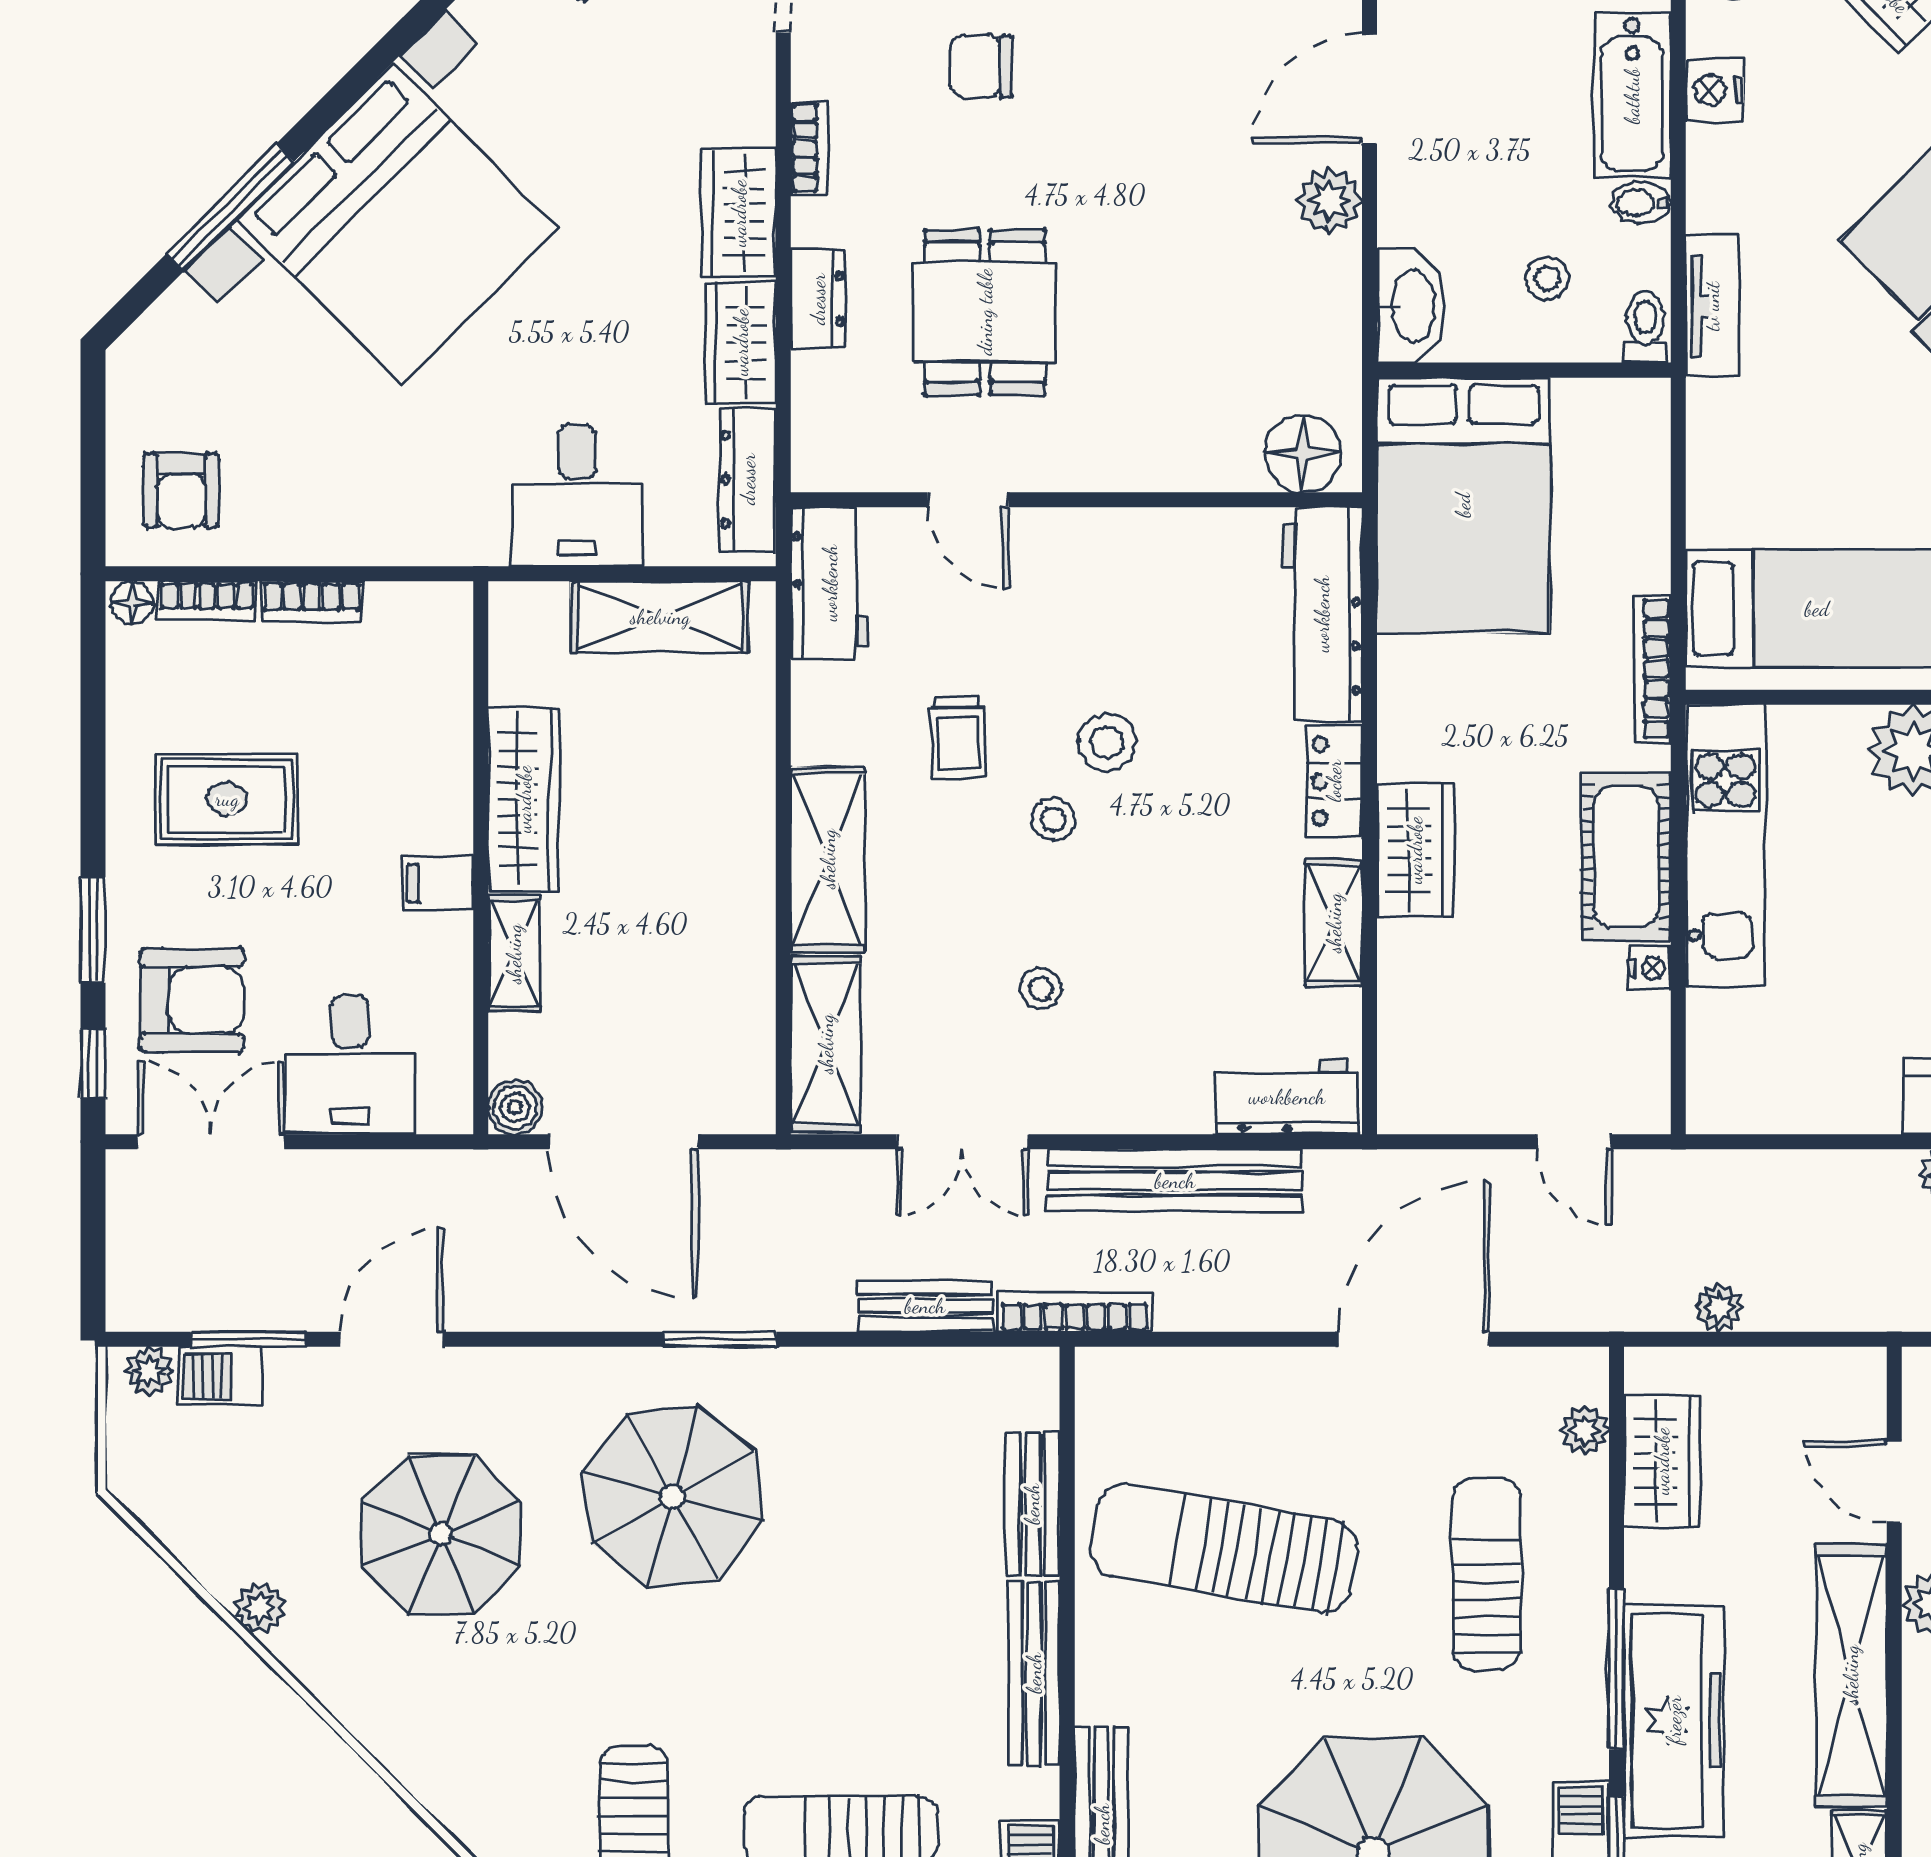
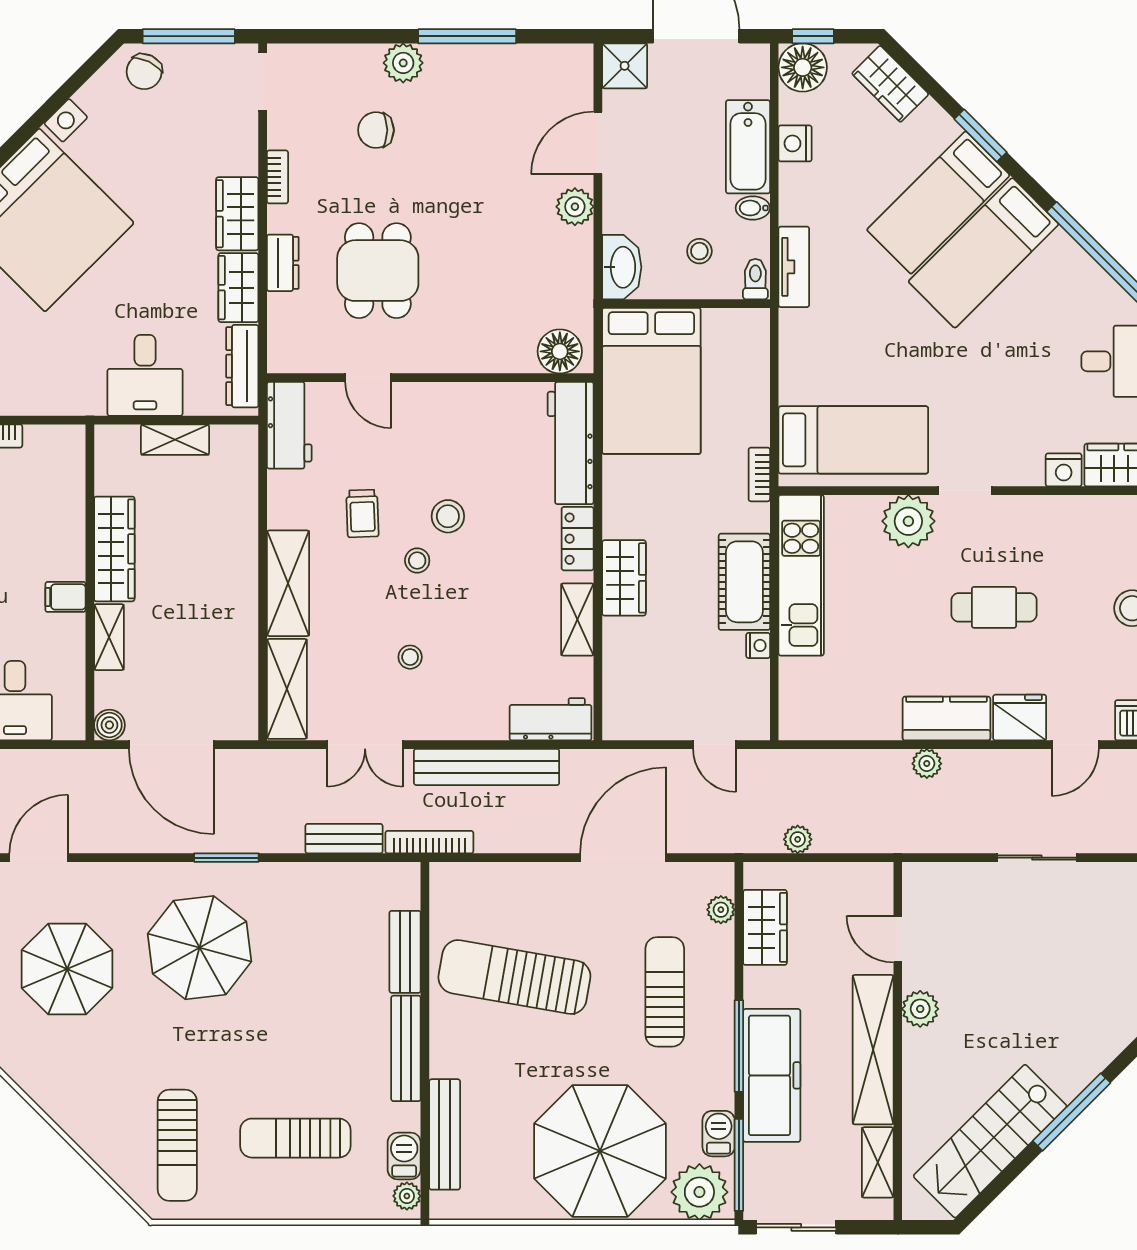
shelving: (660, 617) -> (175, 440), width x0.67, depth x0.75
bookcase: (1652, 669) -> (759, 474), width x0.64

